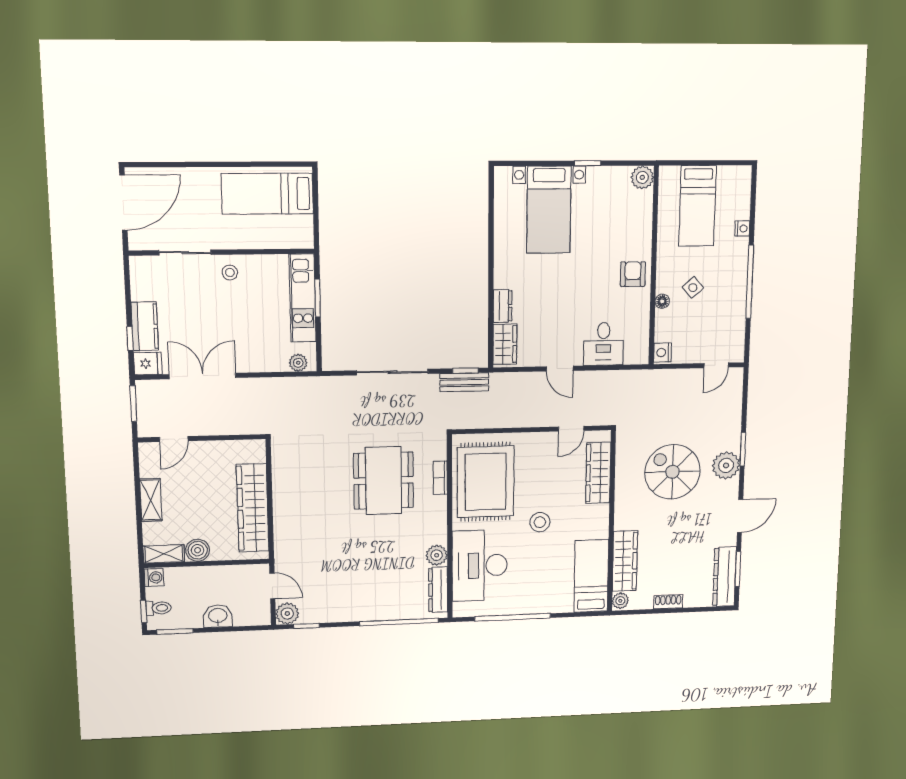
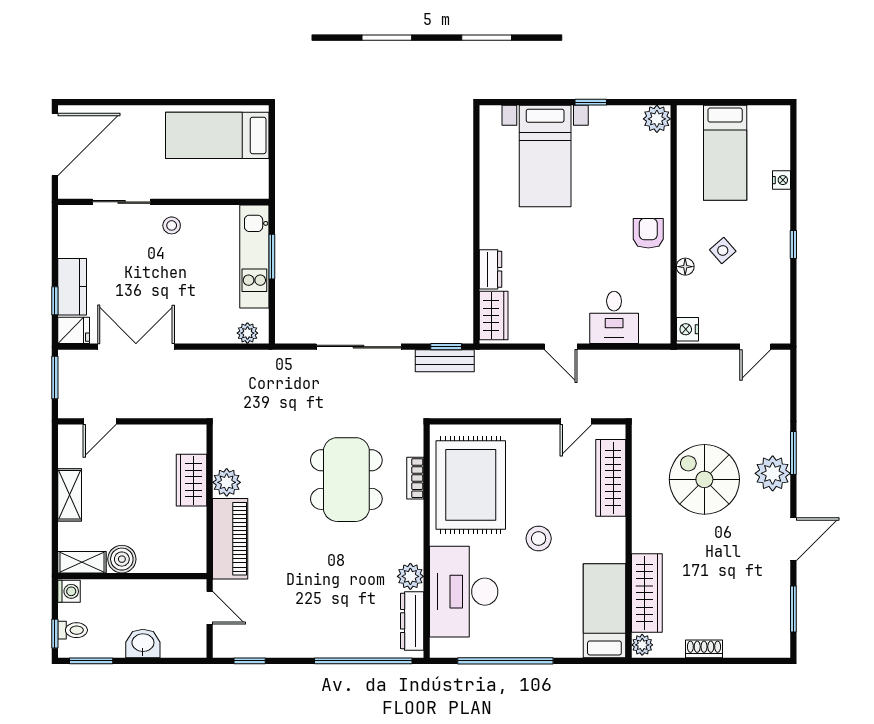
window: (750, 282) -> (793, 244), width x0.32
wardrobe: (253, 508) -> (192, 480), width x0.48, depth x0.85
piano: (288, 531) -> (230, 539), added
dresser: (725, 577) -> (776, 618), removed
plant: (287, 614) -> (227, 482), moved

